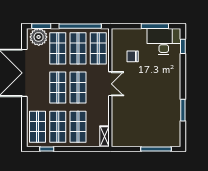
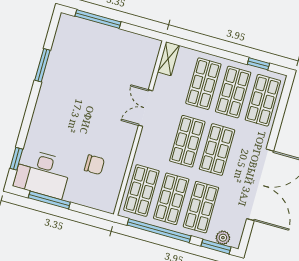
plant: (39, 37) -> (223, 238), width x0.53, depth x0.53
double door: (110, 84) -> (145, 108), moved

